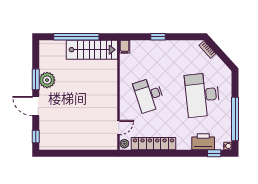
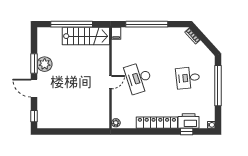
window: (158, 37) -> (147, 24), width x3.17
desk: (202, 95) -> (188, 78), width x0.53, depth x0.77
window: (235, 119) -> (218, 86), moved
door: (119, 128) -> (111, 82), moved
locker: (154, 144) -> (157, 123), moved
window: (214, 153) -> (187, 132), moved

